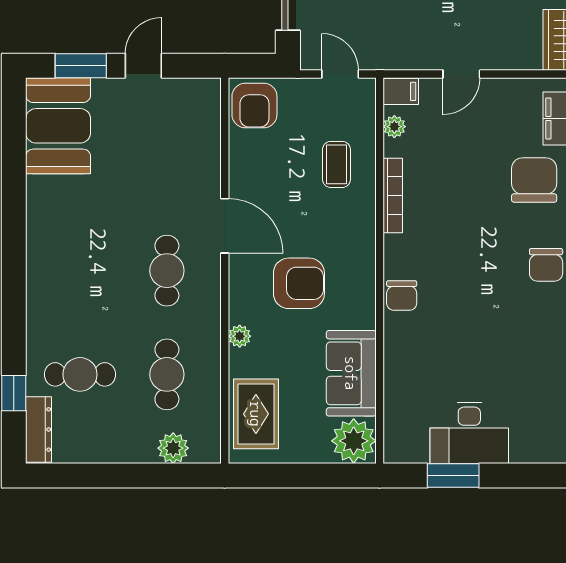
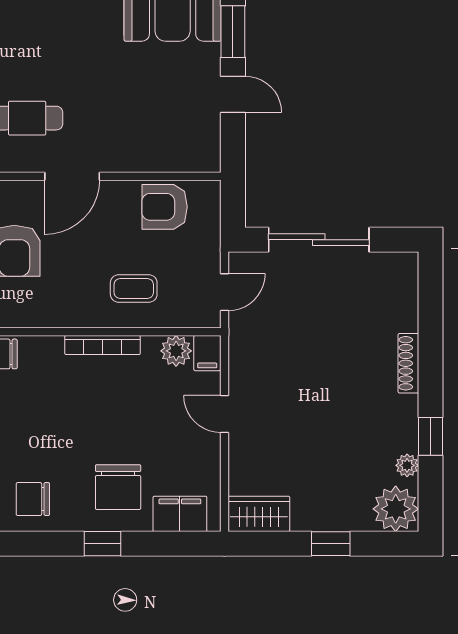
armchair: (254, 106) -> (165, 207), moved
plant: (394, 127) -> (176, 351), width x1.38, depth x1.38
chair: (534, 180) -> (118, 487), turned 90

